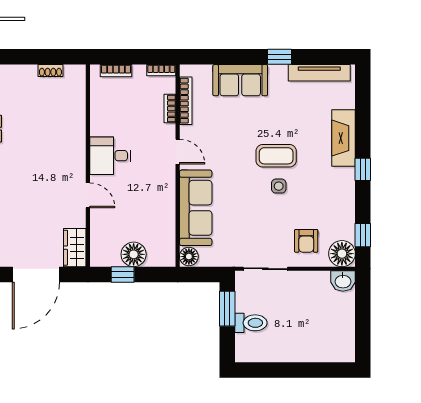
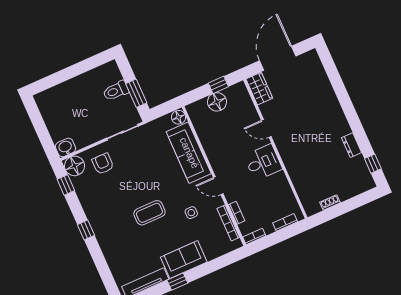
sofa: (240, 80) -> (184, 260), moved
fireplace: (344, 138) -> (109, 246), removed
side table: (279, 186) -> (191, 213), moved

